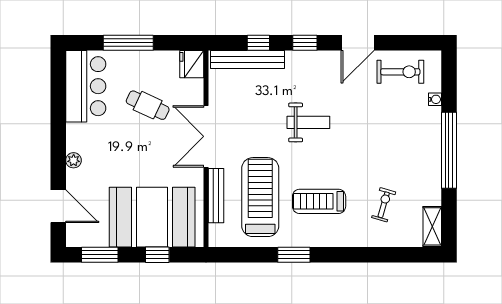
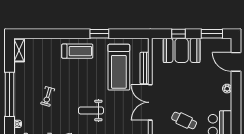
double door: (206, 136) -> (150, 102), swing flipped
treadmill: (319, 201) -> (77, 51), moved
exercise bike: (384, 205) -> (48, 96), moved
booth: (152, 217) -> (182, 50), width x0.73, depth x0.70

